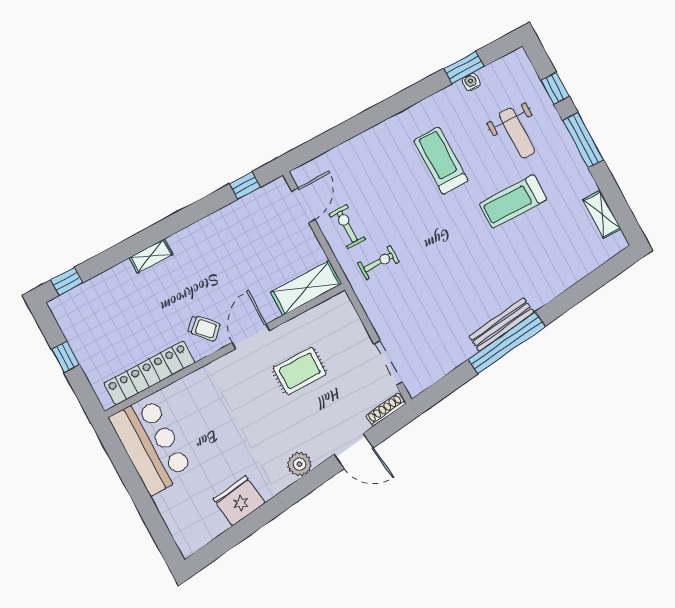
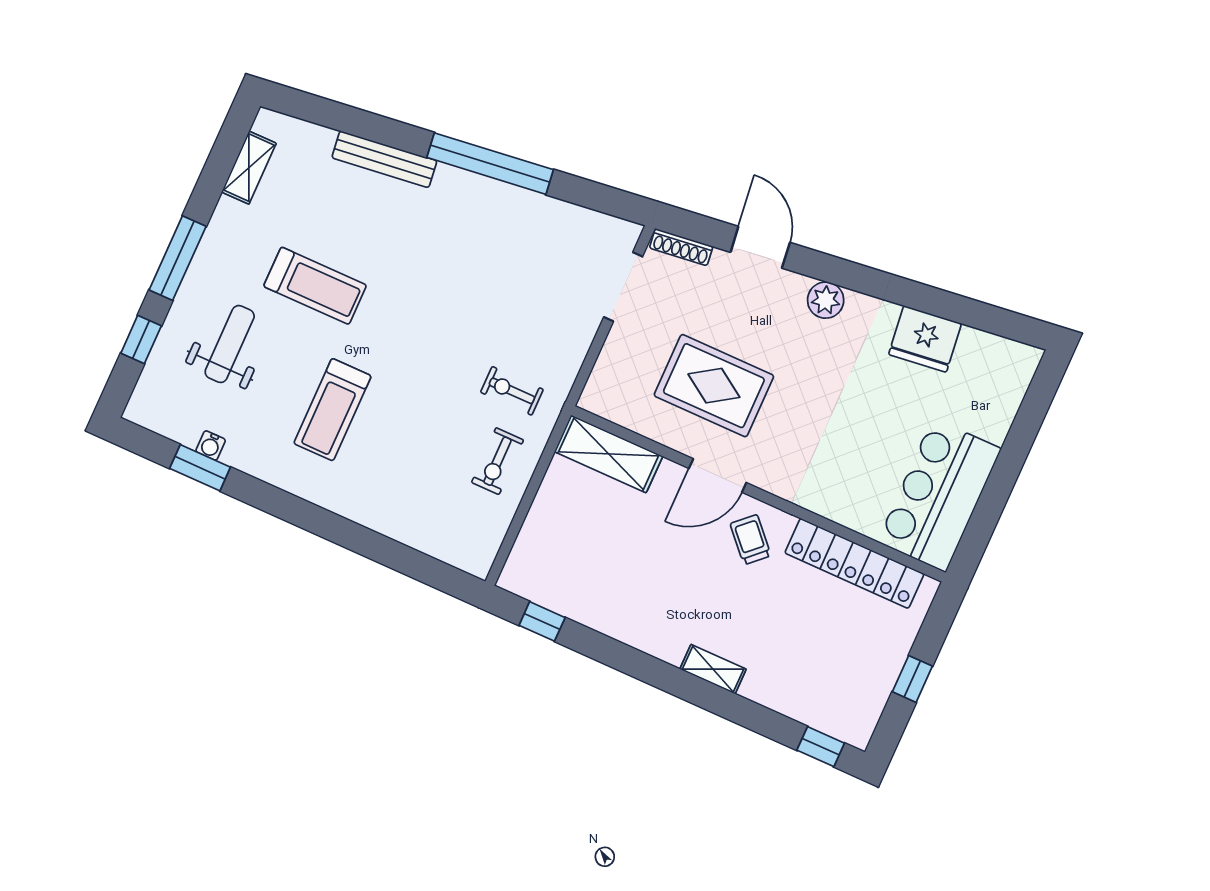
door: (303, 205) -> (512, 533), removed
bench: (501, 325) -> (384, 159), moved
rug: (300, 371) -> (714, 386), width x1.36, depth x1.43

